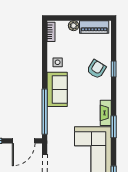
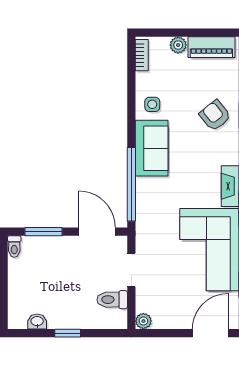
armchair: (96, 69) -> (215, 115), turned -71
door: (24, 141) -> (97, 232), swing flipped

